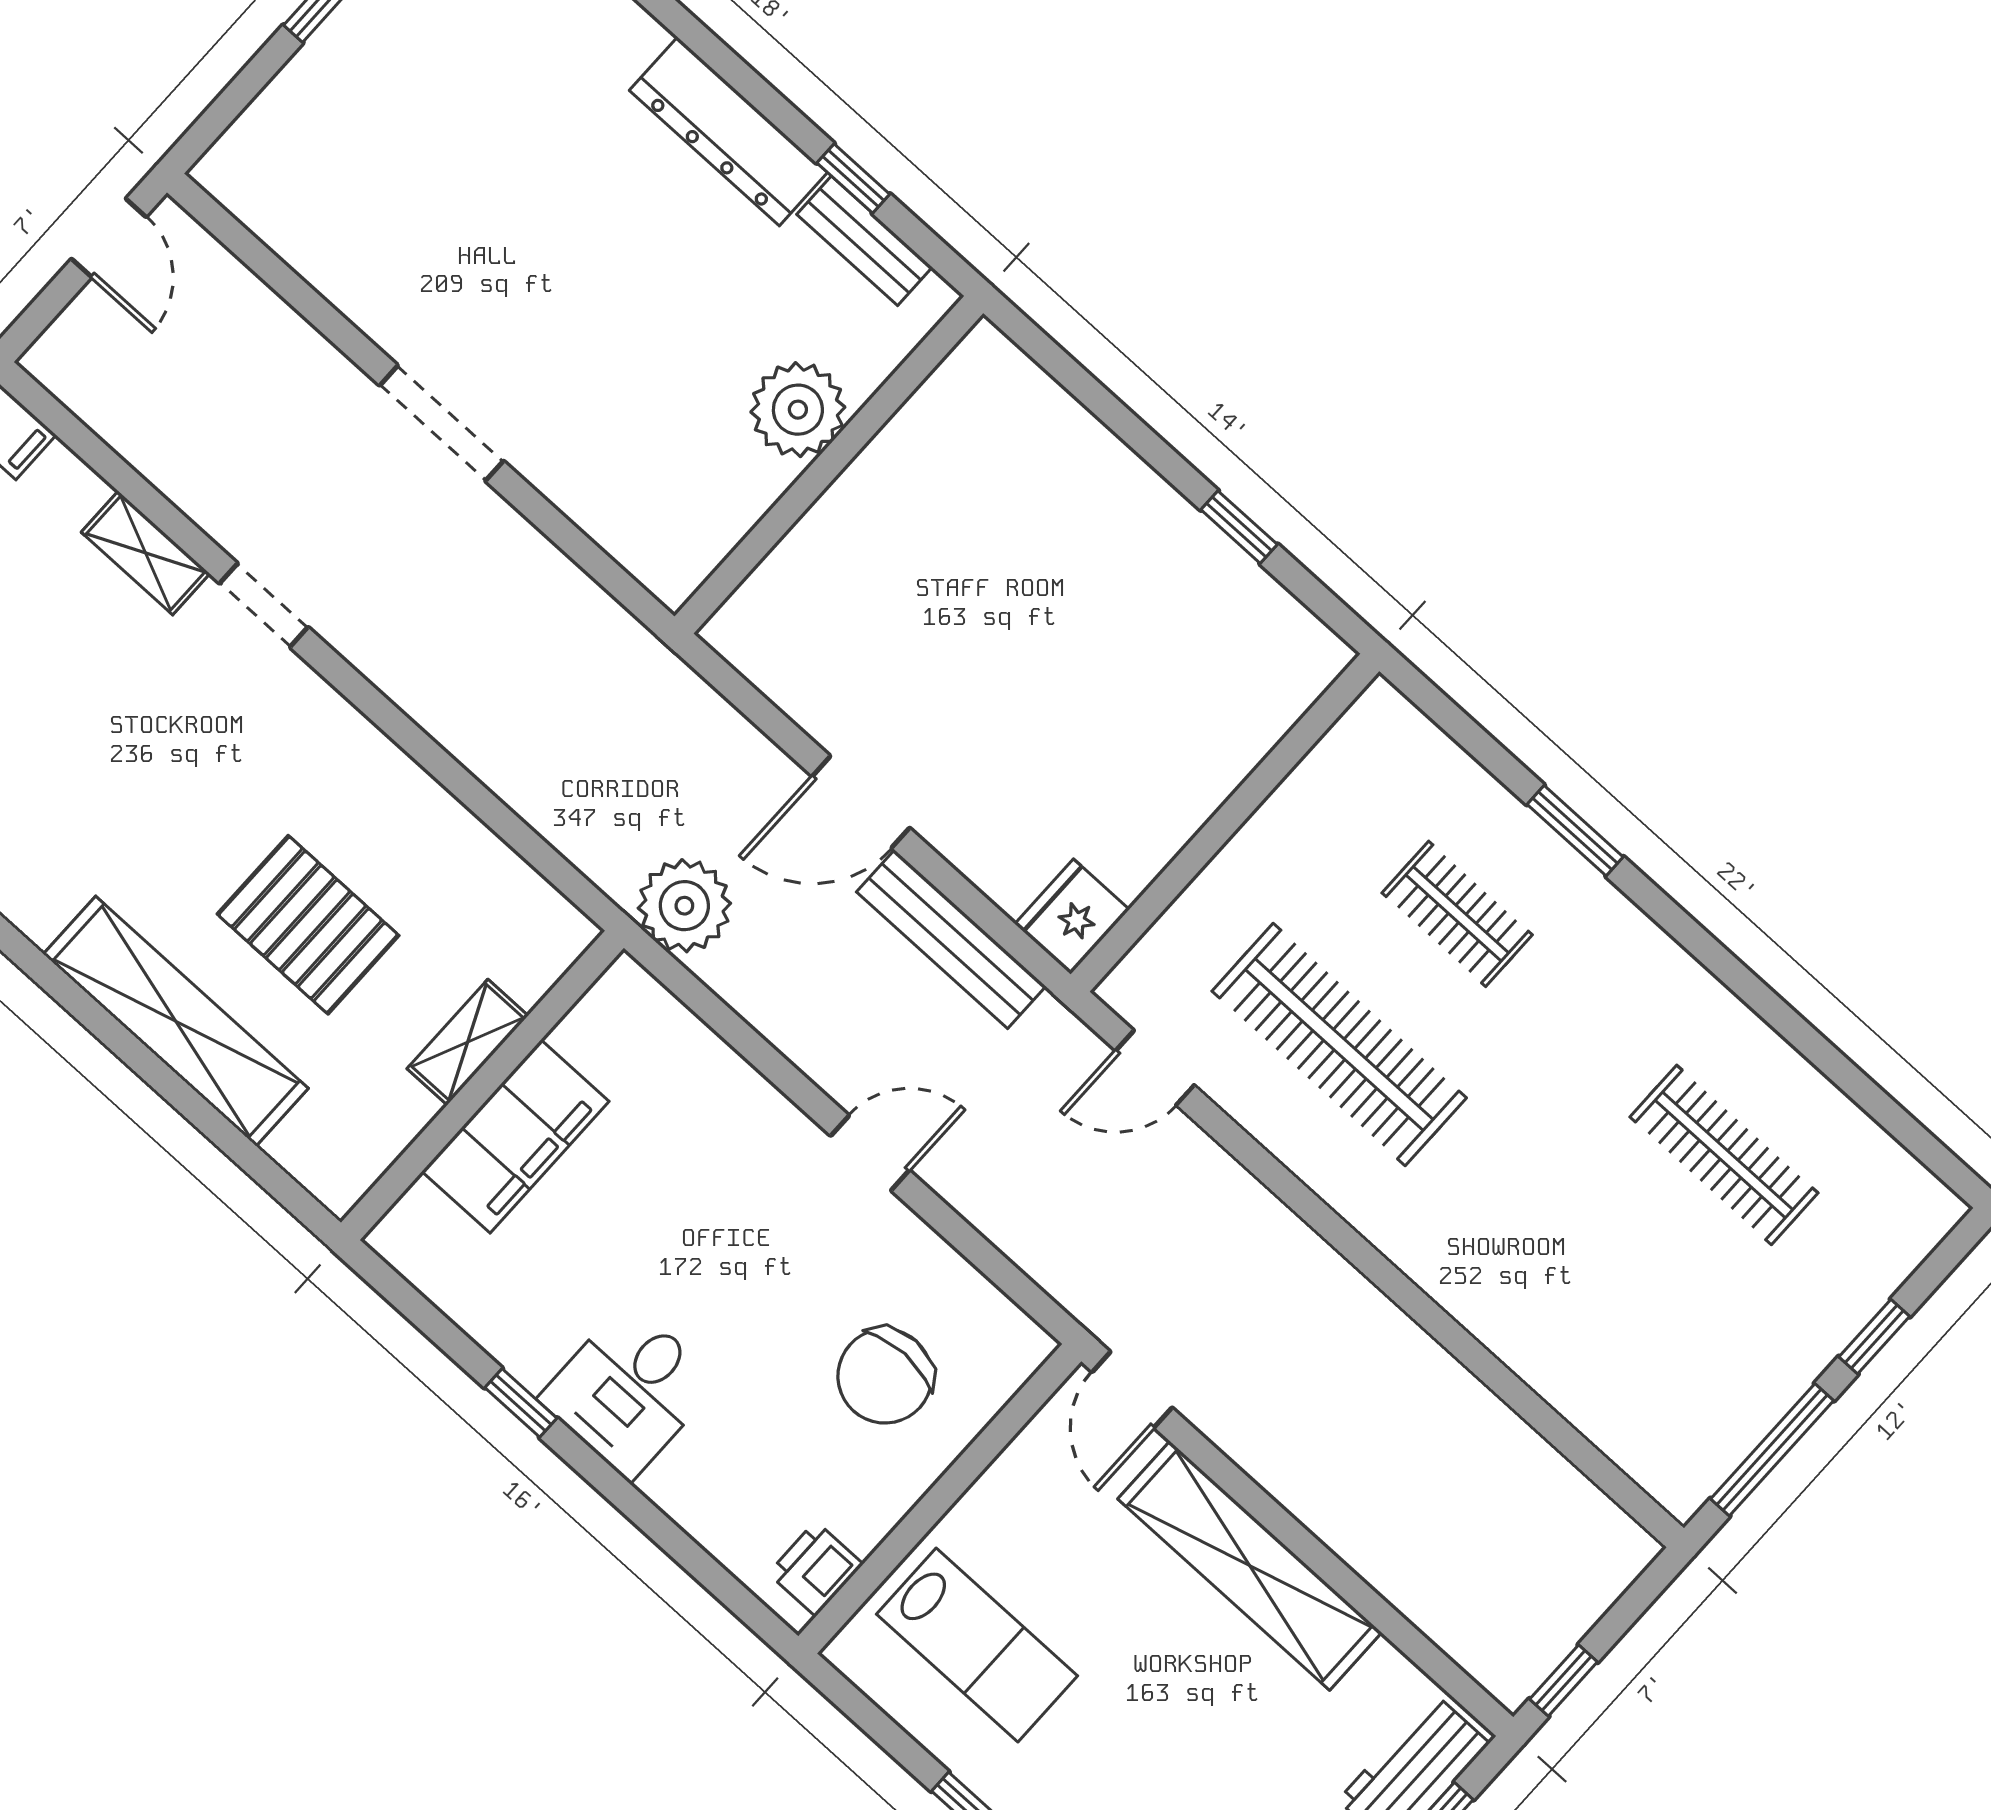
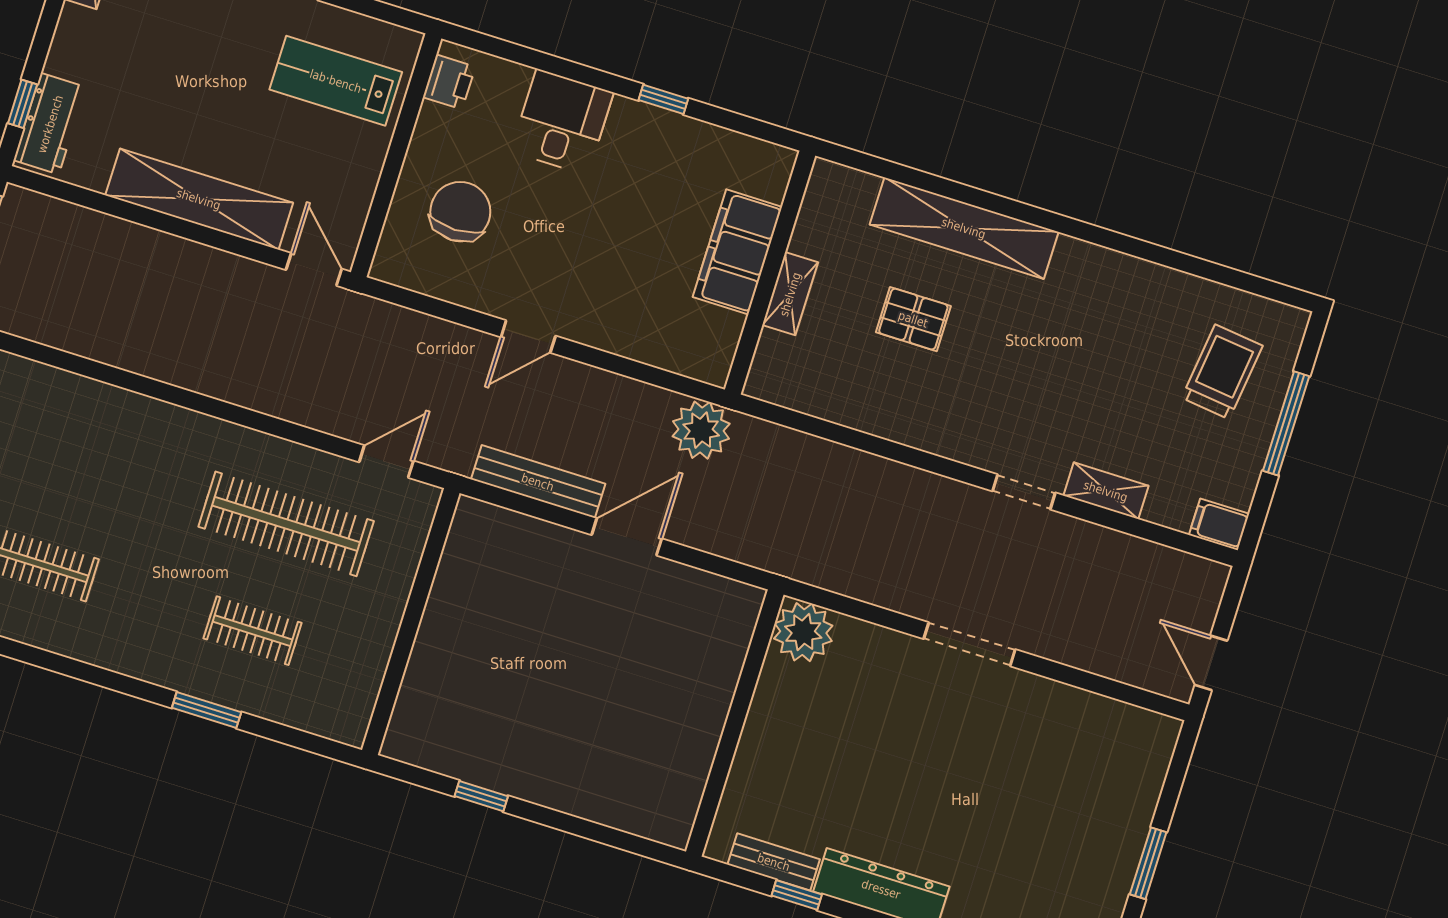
plant: (798, 410) -> (803, 632), moved
fridge: (1072, 917) -> (474, 527), removed
pallet: (308, 925) -> (913, 319), width x0.67, depth x0.71
desk: (629, 1391) -> (562, 122), moved

